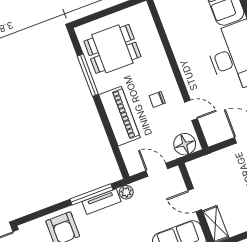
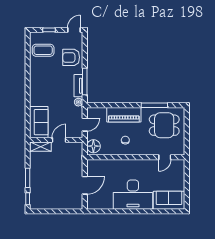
dining table: (112, 49) -> (164, 125), turned 90
door: (191, 110) -> (165, 157), moved

